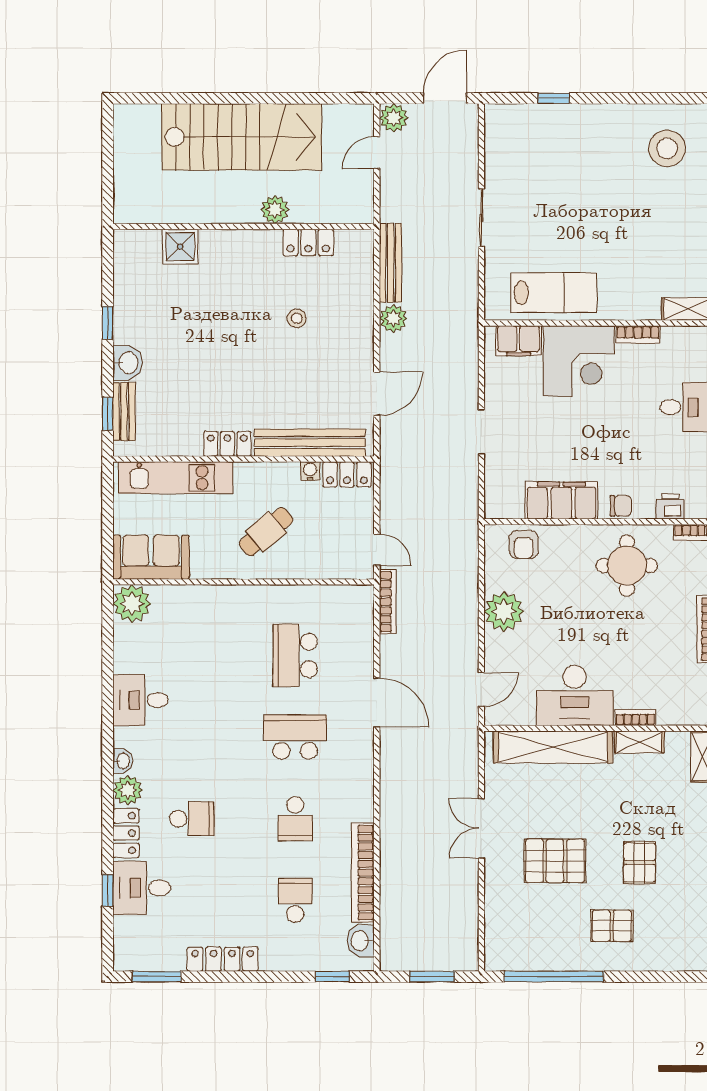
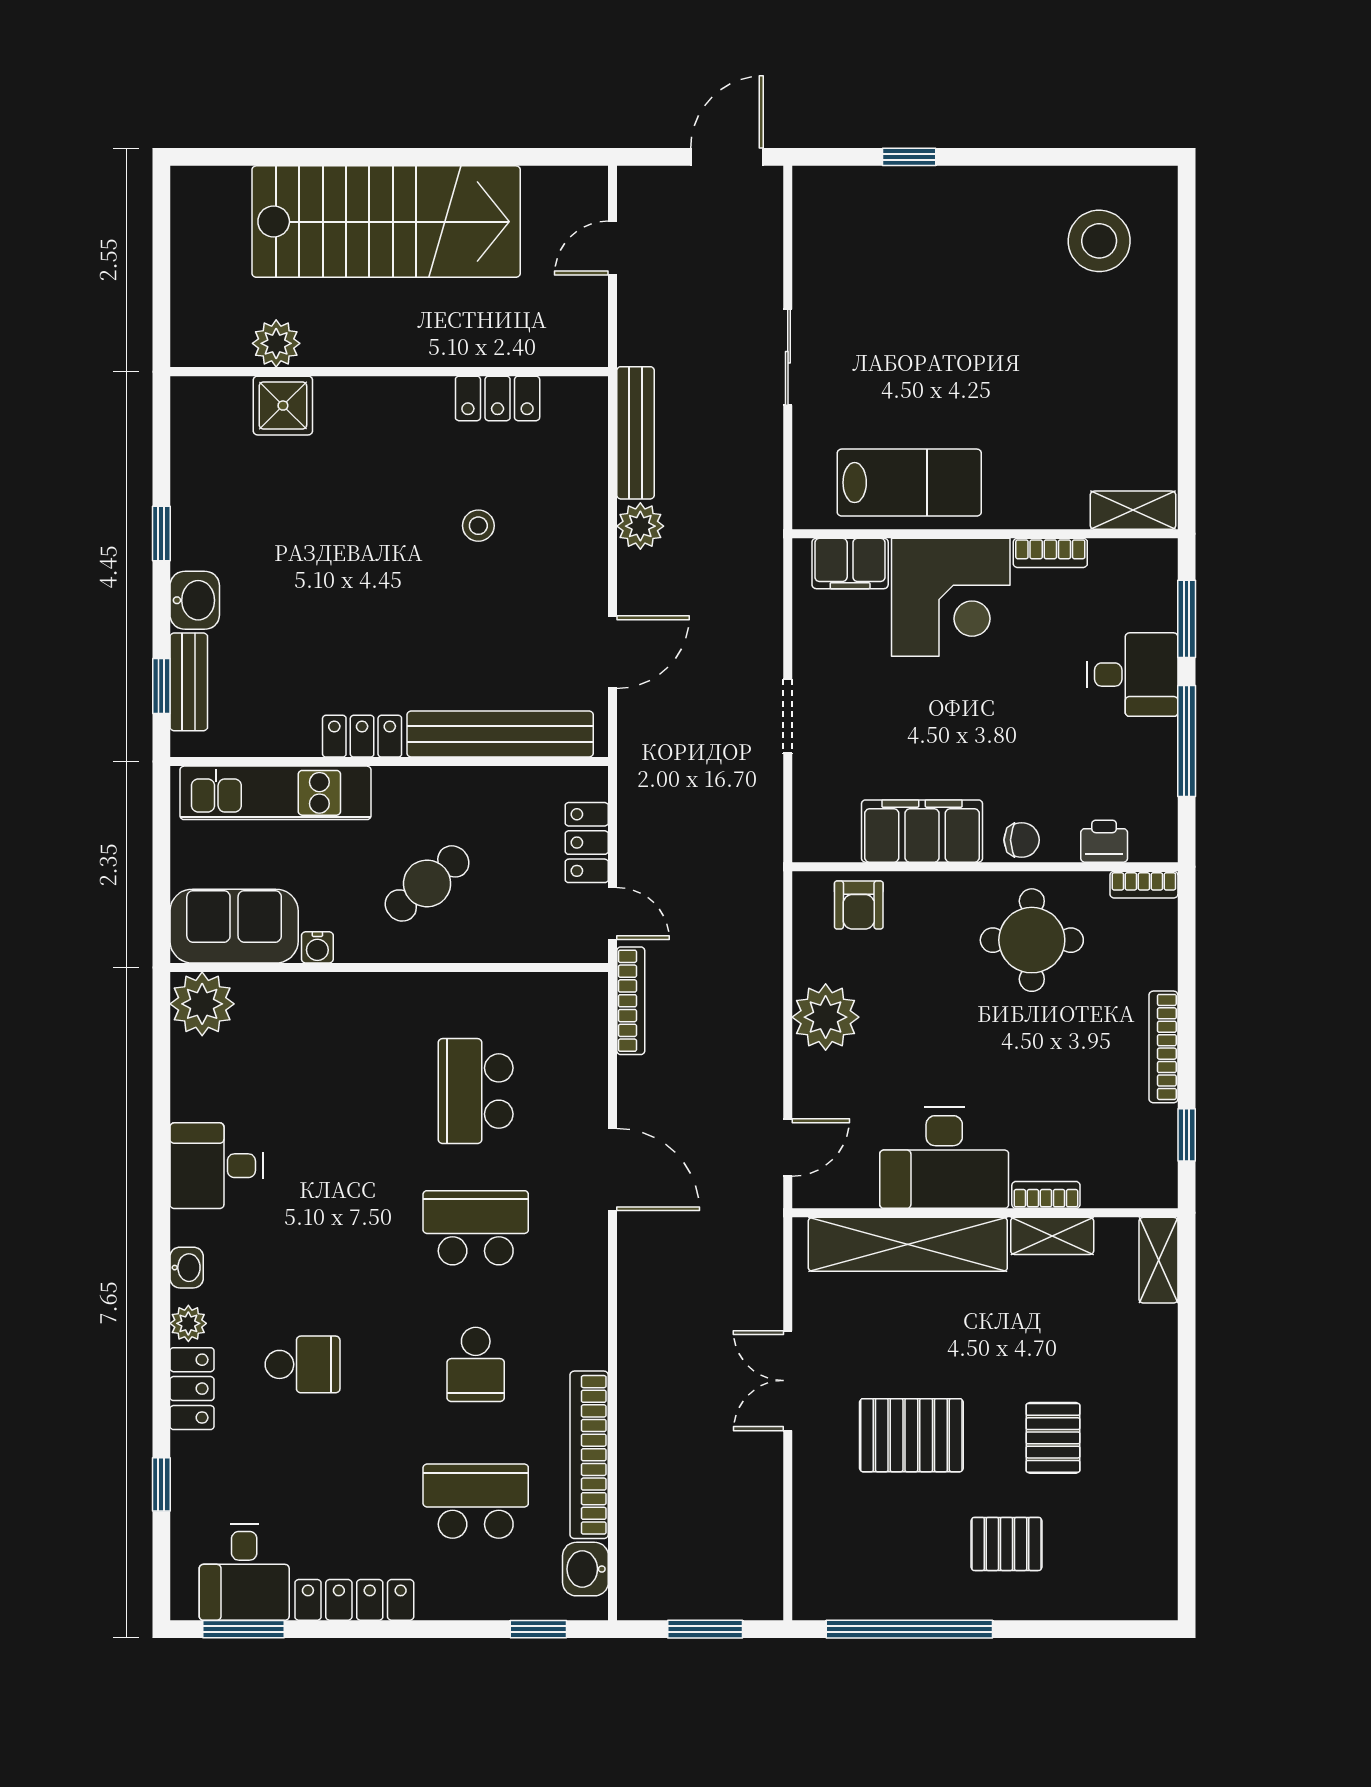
plant: (394, 118) -> (641, 190), removed
plant: (275, 210) -> (276, 343), moved
water cooler: (310, 471) -> (317, 947), moved, turned 180
locker: (347, 474) -> (587, 843), moved, turned 90
plant: (128, 790) -> (188, 1323), width x0.73, depth x0.73
desk: (142, 888) -> (244, 1572), moved, turned -90
school desk: (295, 900) -> (476, 1501), width x1.85

